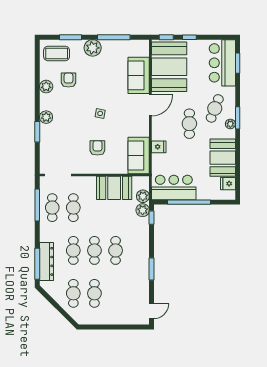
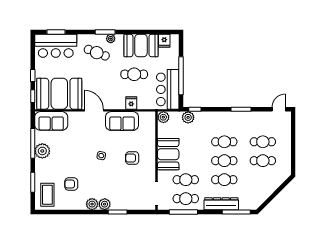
plant: (93, 48) -> (42, 151), moved
sofa: (139, 75) -> (51, 121), moved
plant: (46, 87) -> (92, 204), moved
cafe table: (189, 124) -> (134, 74), moved
sofa: (139, 155) -> (122, 121), moved
booth: (114, 188) -> (168, 154), moved
plant: (143, 196) -> (163, 117), moved
dresser: (46, 261) -> (221, 204), moved
cafe table: (73, 293) -> (263, 142), moved
door: (152, 311) -> (279, 109), hinge flipped

